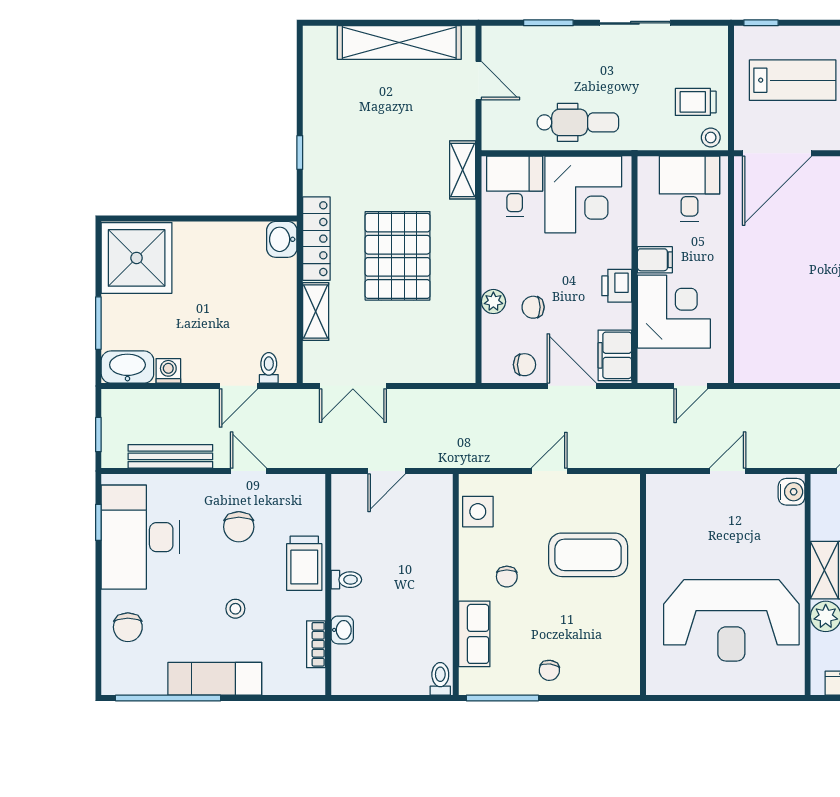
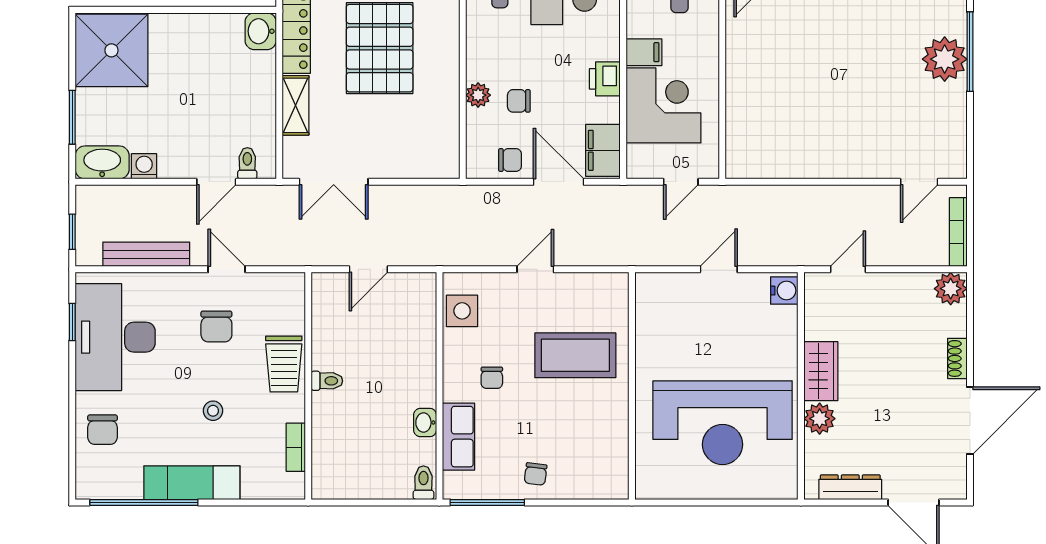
washbasin: (342, 630) -> (425, 423), moved, turned 180

